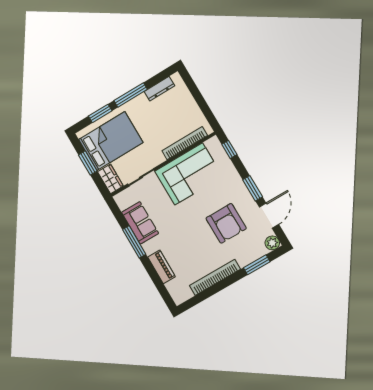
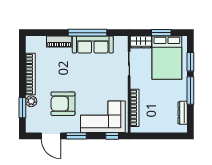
corner sofa: (189, 174) -> (103, 117), moved, turned 90
sofa: (140, 223) -> (93, 45), width x1.36
window: (134, 242) -> (87, 33), width x1.46
plant: (272, 243) -> (31, 101), moved

